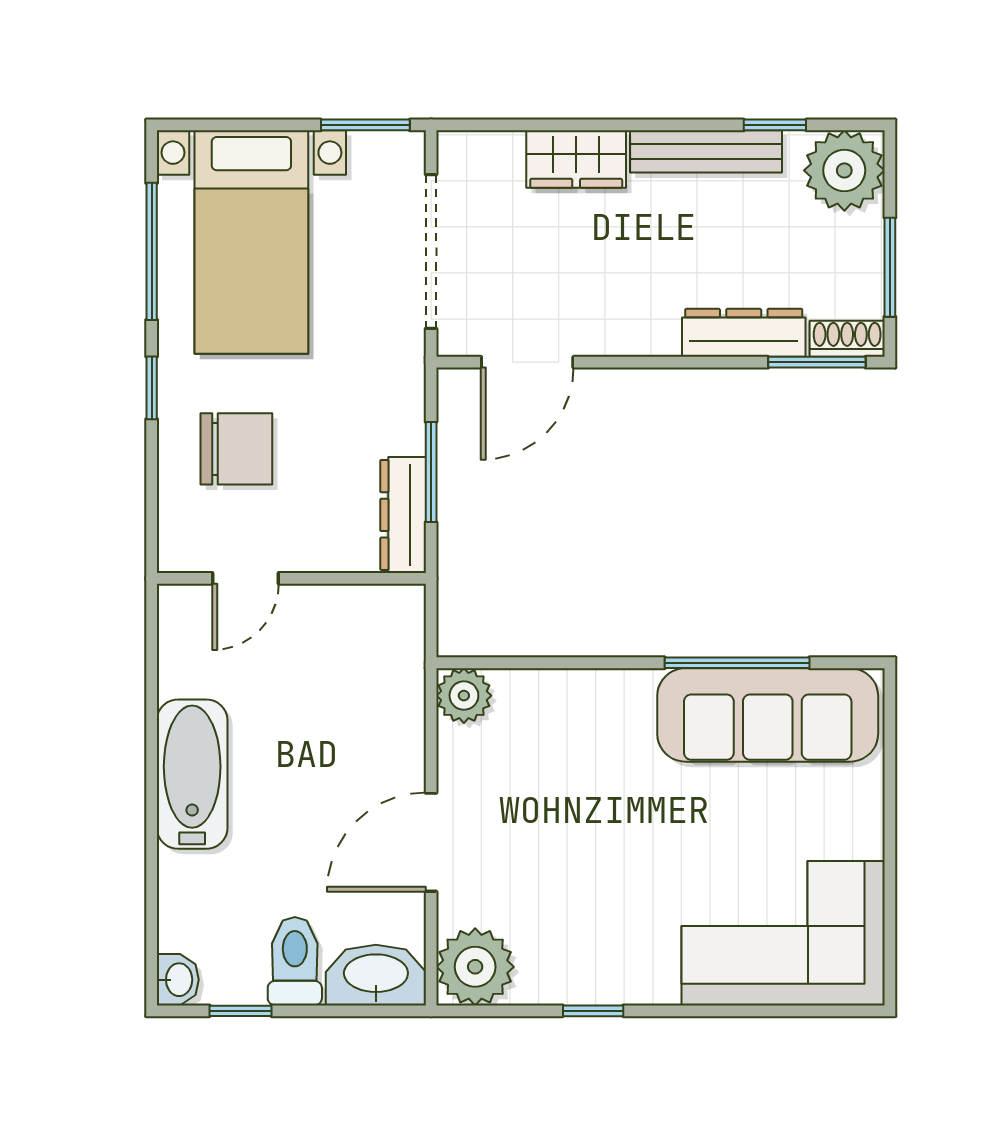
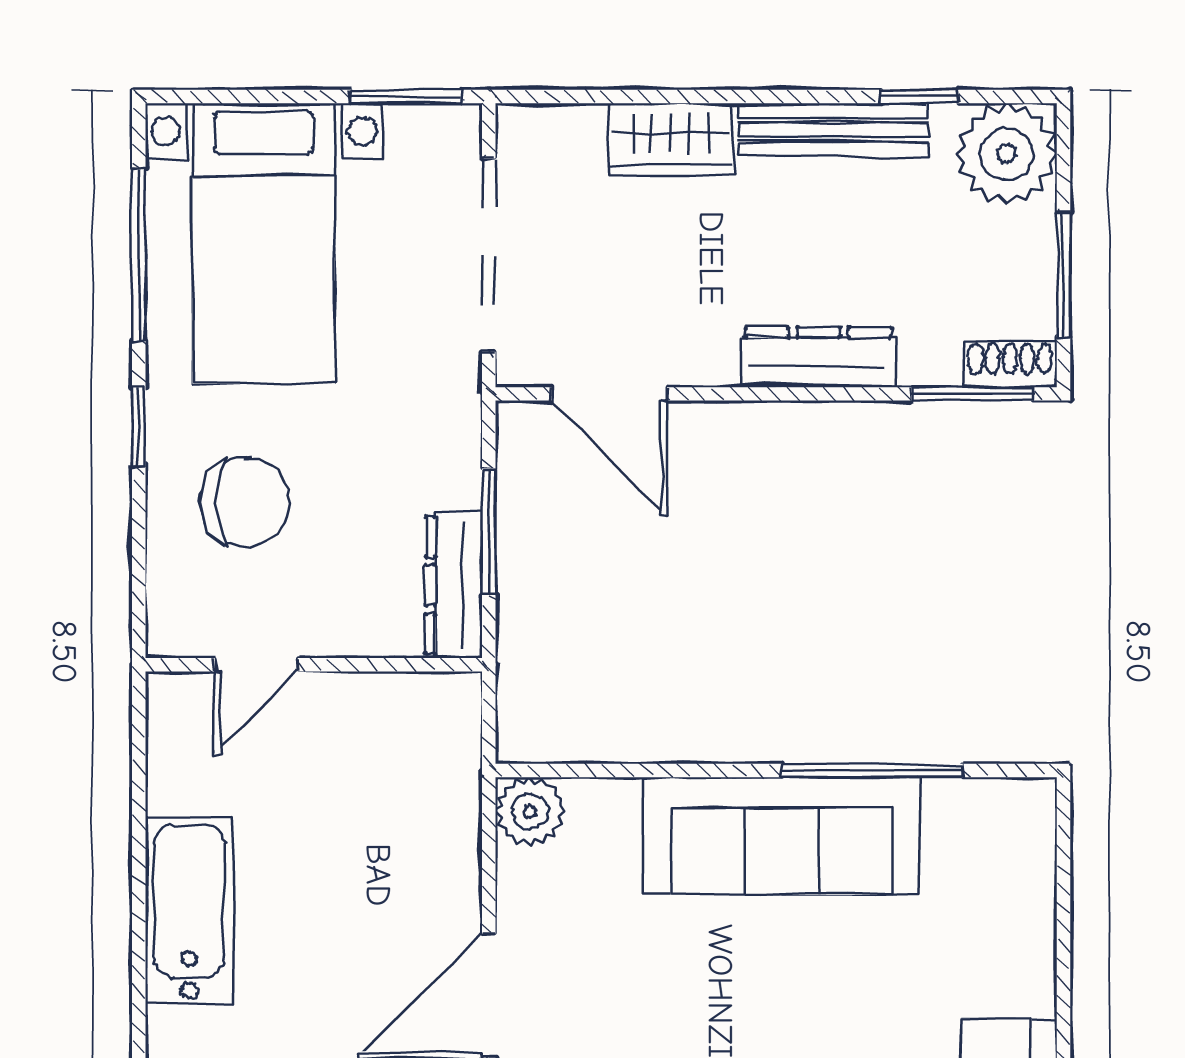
dresser: (744, 333) -> (819, 357), moved
door: (527, 362) -> (609, 394), hinge flipped
sofa: (768, 715) -> (781, 836), moved

